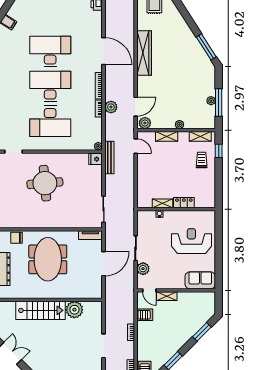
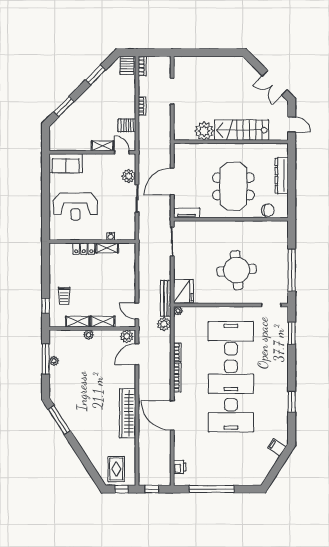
plant: (111, 107) -> (164, 324), moved
shelving: (200, 136) -> (78, 322), moved
fridge: (96, 159) -> (183, 291), width x1.88, depth x1.34

